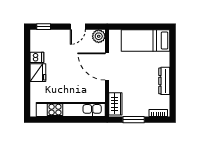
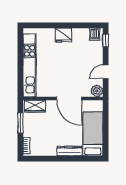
door: (78, 27) -> (106, 72), hinge flipped
dishwasher: (37, 57) -> (95, 34), moved
door: (107, 66) -> (69, 99), swing flipped
dresser: (164, 81) -> (70, 151), moved

